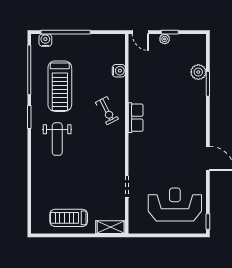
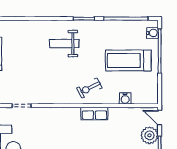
door: (140, 32) -> (160, 118), hinge flipped
plant: (165, 39) -> (150, 135), width x1.88, depth x1.88
treadmill: (60, 86) -> (128, 60), moved
row of seats: (136, 118) -> (94, 114), moved

